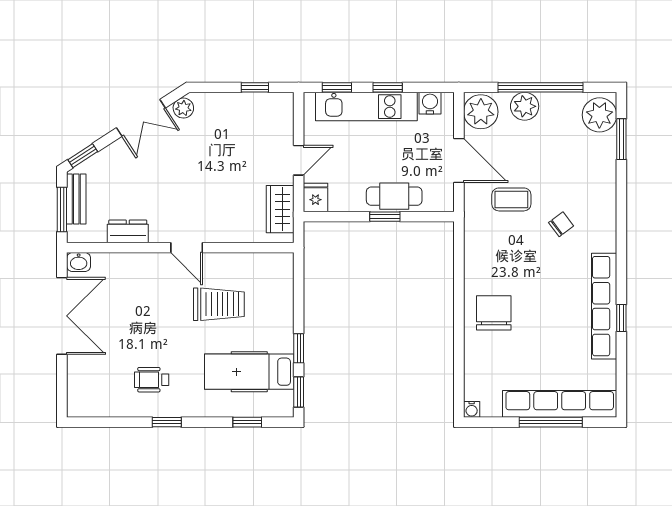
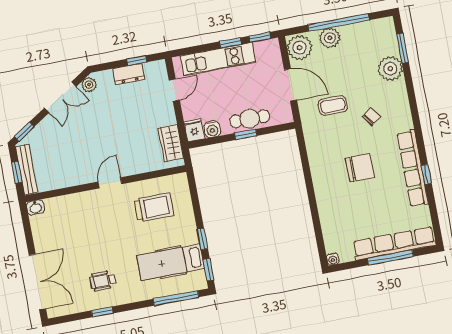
window: (337, 87) -> (260, 37), moved
water cooler: (430, 103) -> (212, 129), moved, turned 180
plant: (599, 115) -> (390, 69), moved
door: (299, 160) -> (174, 90), moved
bench: (76, 199) -> (27, 170), width x1.36
window: (62, 209) -> (17, 172), width x0.67
dresser: (128, 231) -> (129, 74), moved, turned 180
door: (187, 248) -> (110, 183), swing flipped
trolley: (219, 304) -> (154, 207), moved
chair: (494, 313) -> (360, 168), moved, turned 90
double door: (62, 316) -> (37, 282), moved
window: (167, 422) -> (102, 312), moved
window: (247, 422) -> (176, 298), width x2.17

